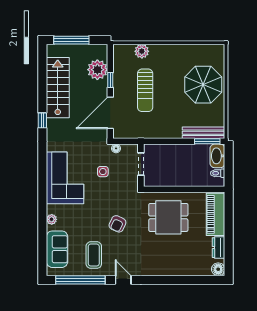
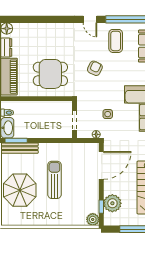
plant: (142, 51) -> (93, 219), moved
window: (110, 80) -> (101, 207), moved
sun lounger: (145, 90) -> (54, 180), moved

